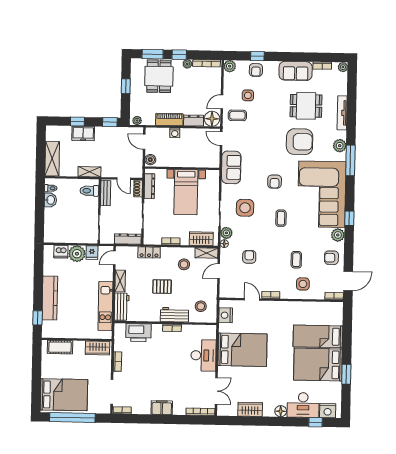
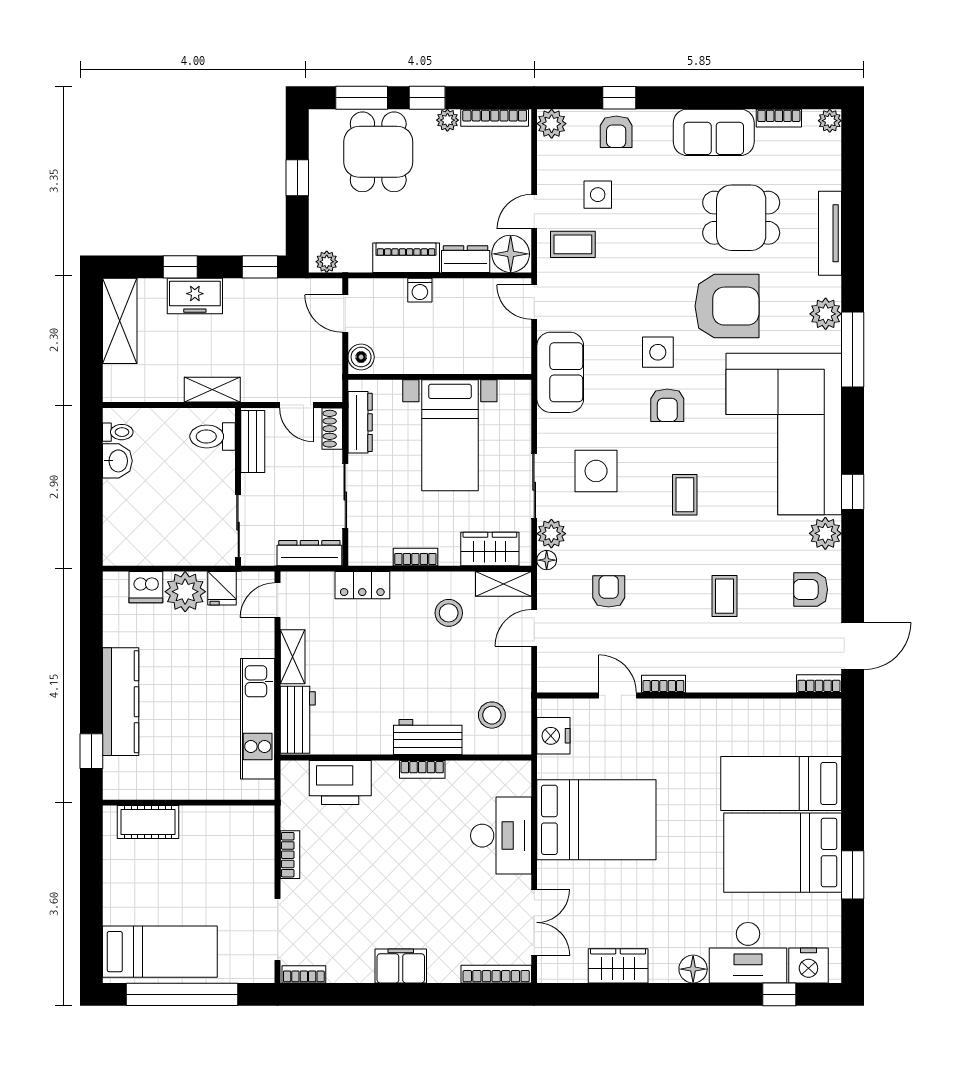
shelving: (52, 159) -> (120, 321), moved
side table: (303, 284) -> (658, 352), moved
pallet: (162, 287) -> (396, 668), removed
wardrobe: (97, 348) -> (240, 822), removed
bed: (64, 395) -> (160, 952), width x0.67

